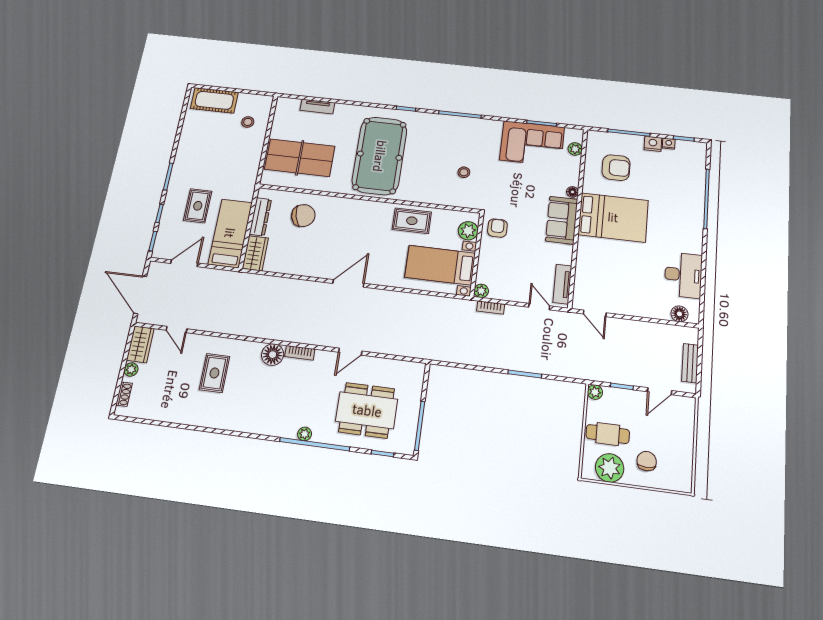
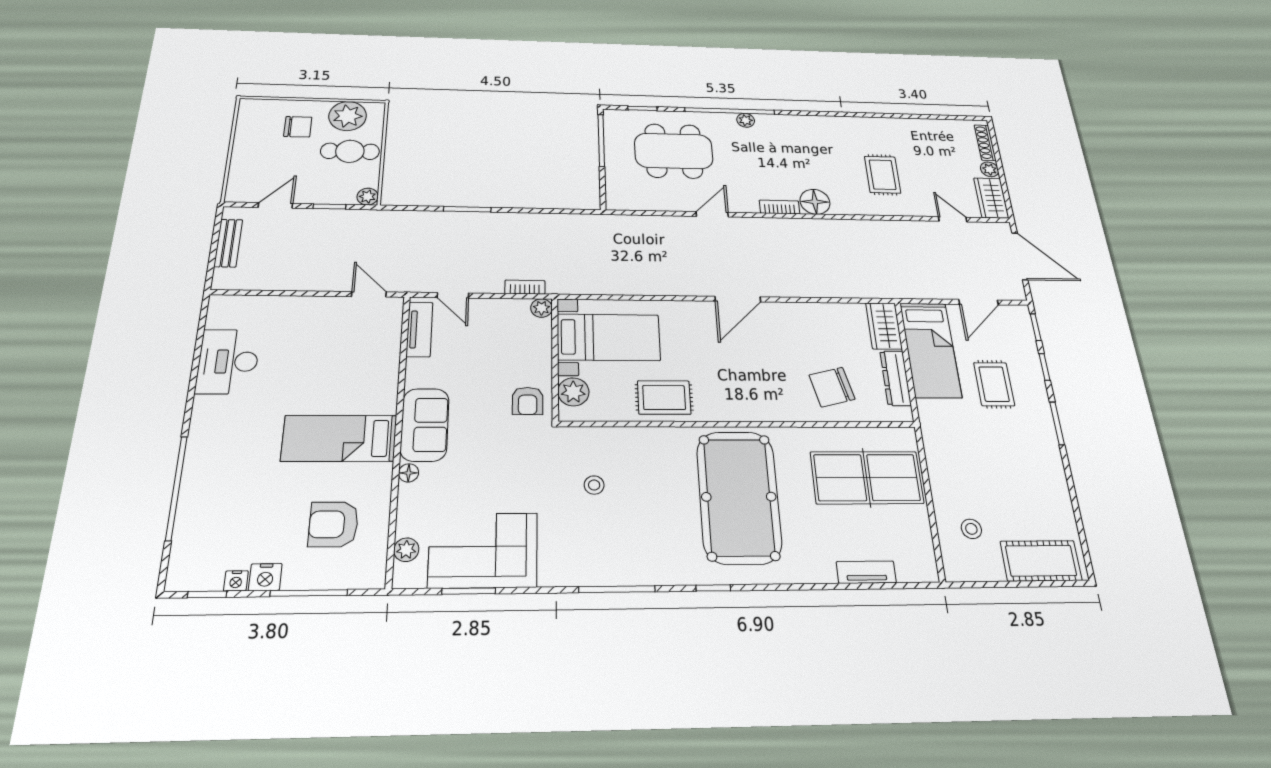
bed: (613, 217) -> (339, 438), width x0.67
floor lamp: (679, 314) -> (239, 306), removed
shoe rack: (124, 394) -> (985, 143), width x1.43
chair: (647, 461) -> (298, 127), turned -90

